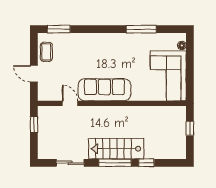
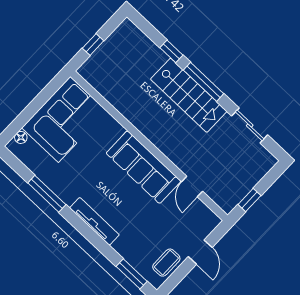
tv unit: (103, 38) -> (94, 221), added

